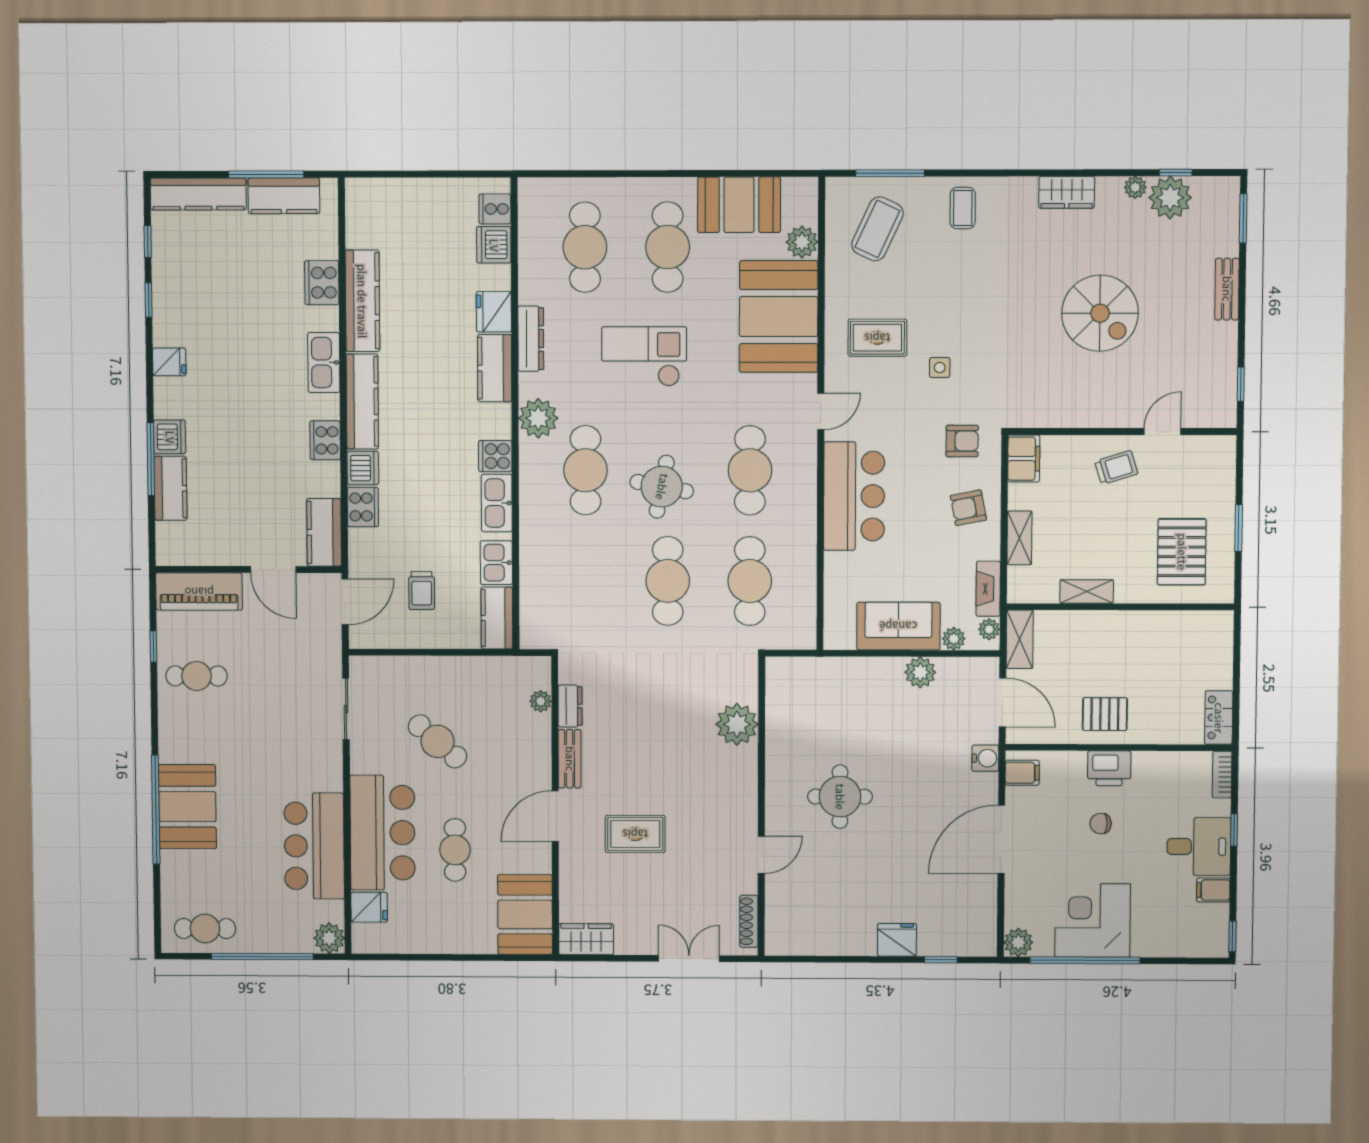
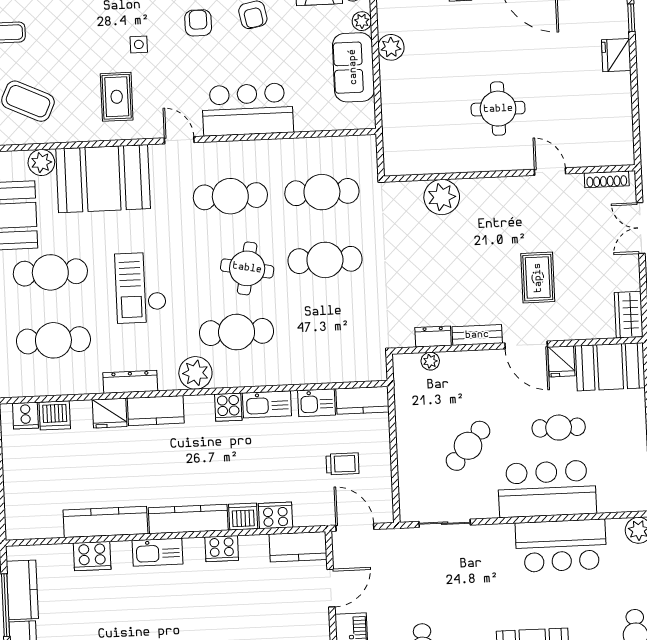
fridge: (369, 907) -> (561, 361), moved, turned 180

